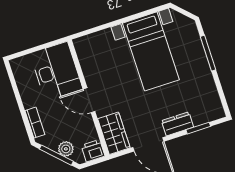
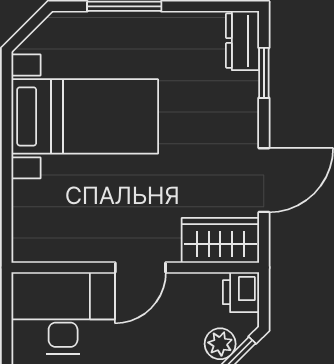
dresser: (177, 124) -> (243, 41), moved

